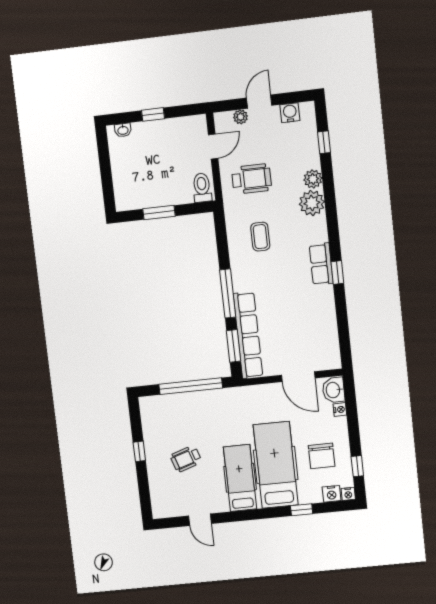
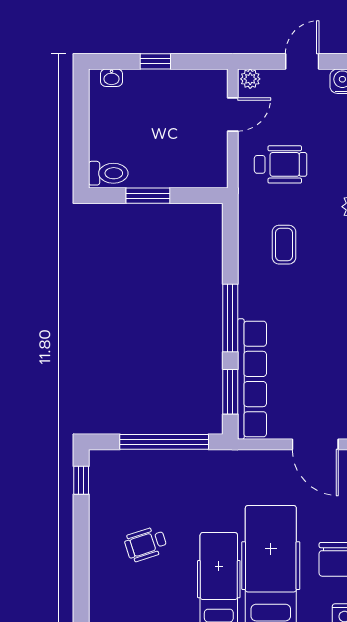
plant: (241, 117) -> (250, 79), moved
toilet: (202, 188) -> (108, 173), moved, turned 90
window: (139, 451) -> (81, 480), moved

